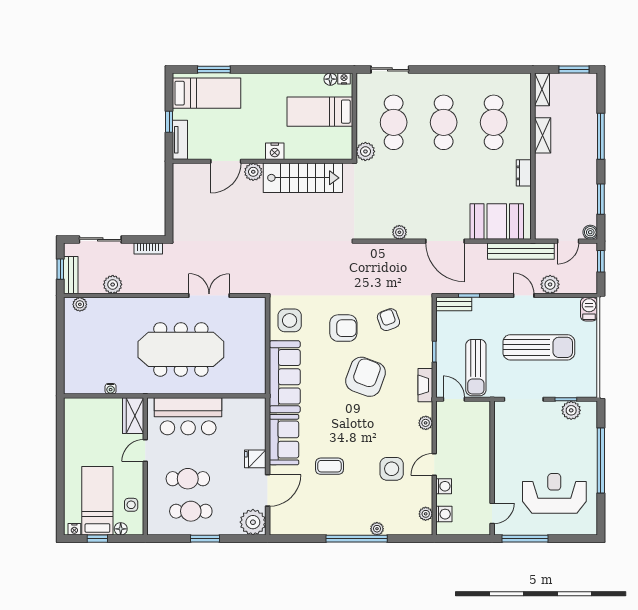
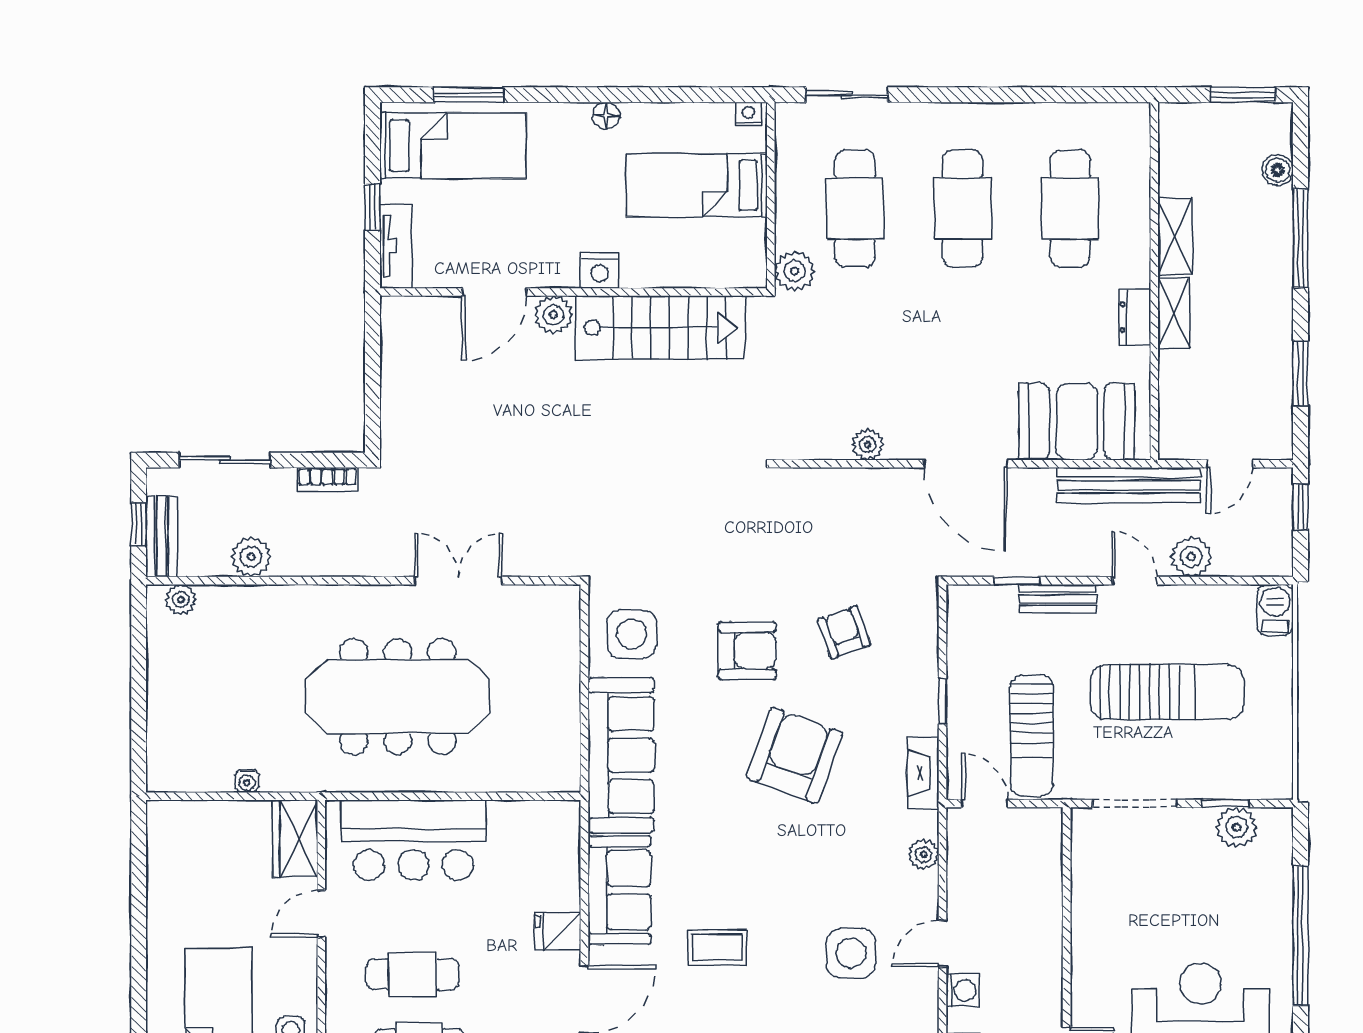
floor lamp: (330, 79) -> (606, 116), moved
shelving: (542, 89) -> (1174, 313), moved
boiler: (590, 232) -> (1278, 170), moved
bench: (454, 304) -> (1058, 599), moved

